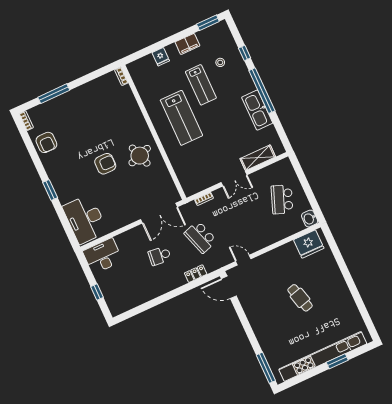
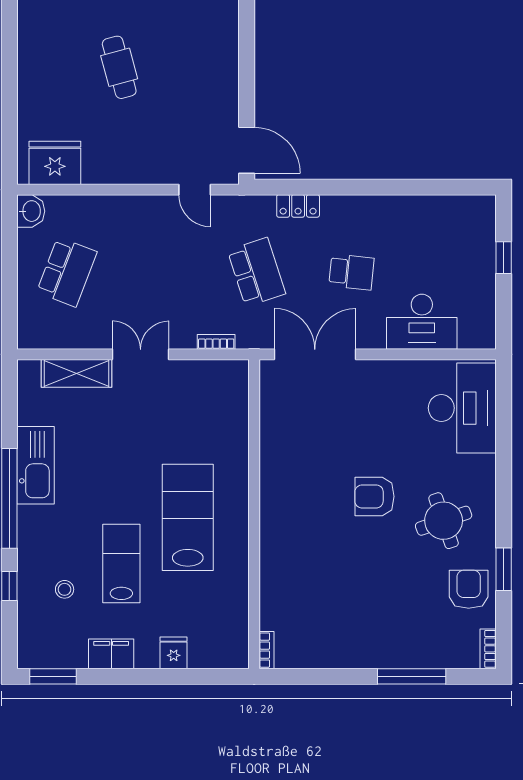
round table: (140, 156) -> (444, 521), moved
window: (50, 190) -> (504, 569), moved
desk: (103, 256) -> (422, 322), moved

